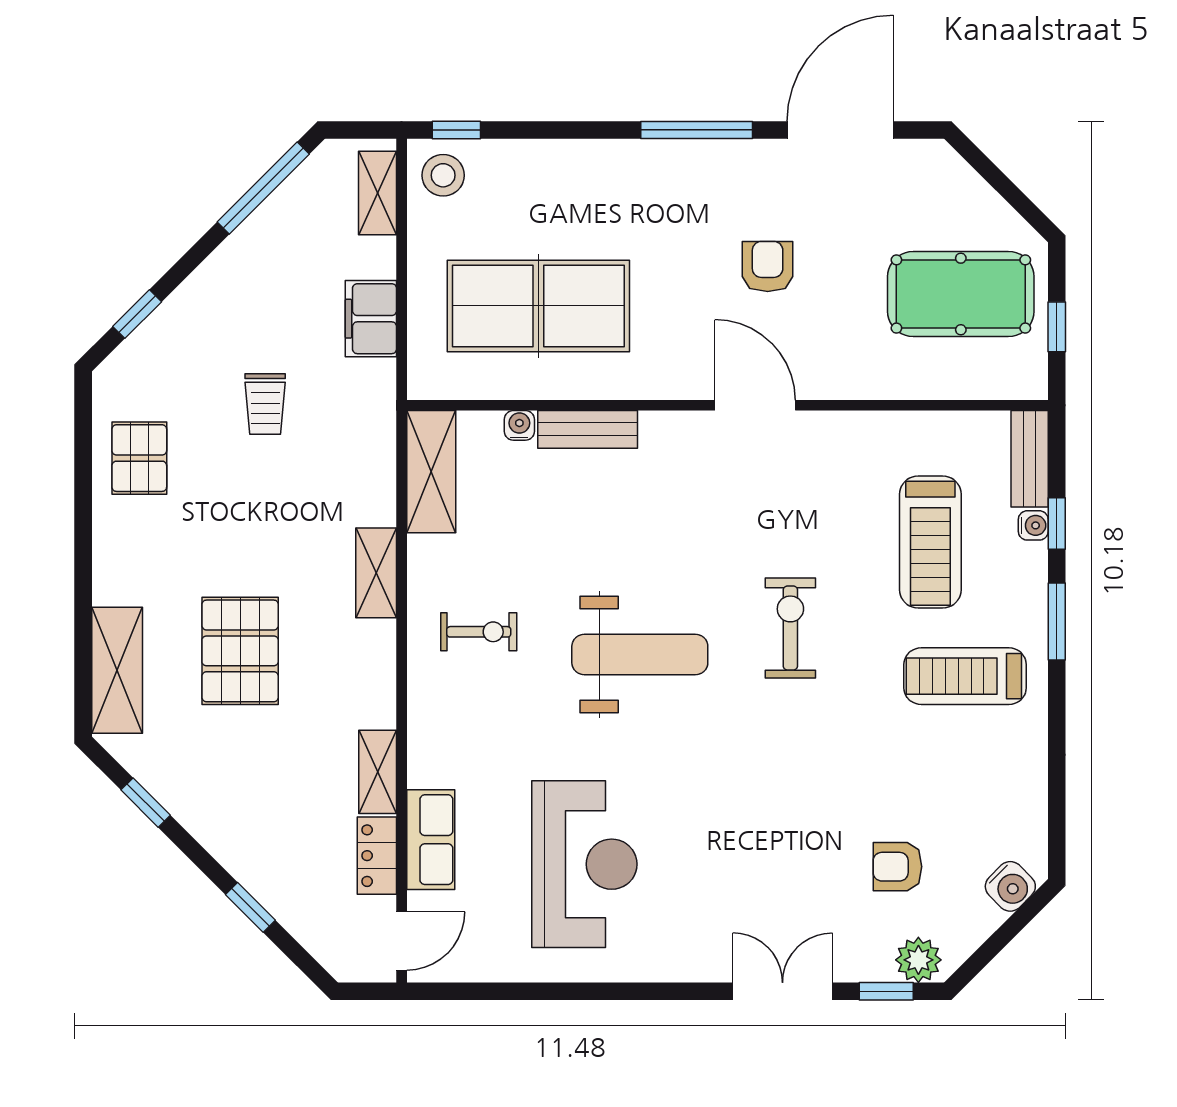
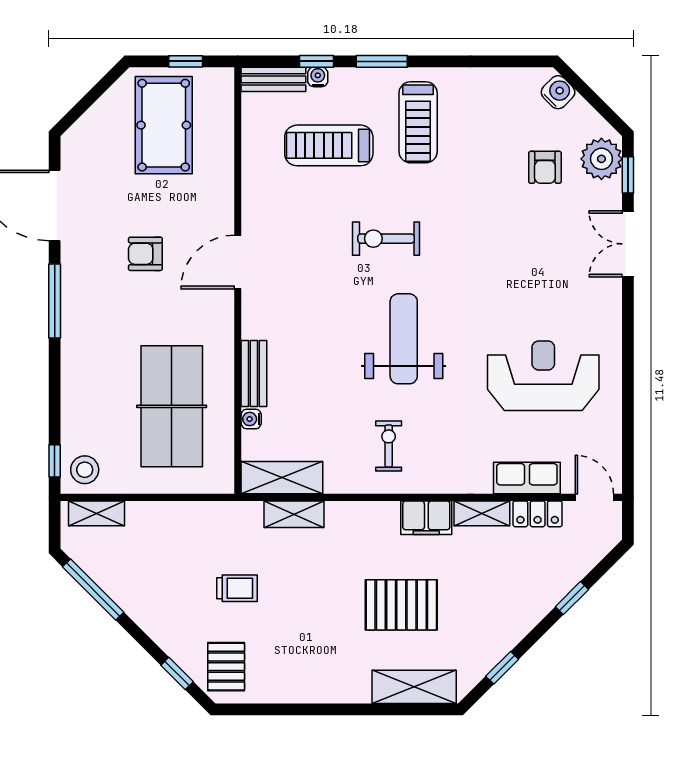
filing cabinet: (371, 319) -> (426, 518), moved
pallet: (139, 458) -> (226, 667), moved, turned 90
treadmill: (930, 542) -> (329, 145), turned 180
shelving: (376, 573) -> (294, 514), moved
plant: (918, 960) -> (601, 159), width x1.36, depth x1.36

